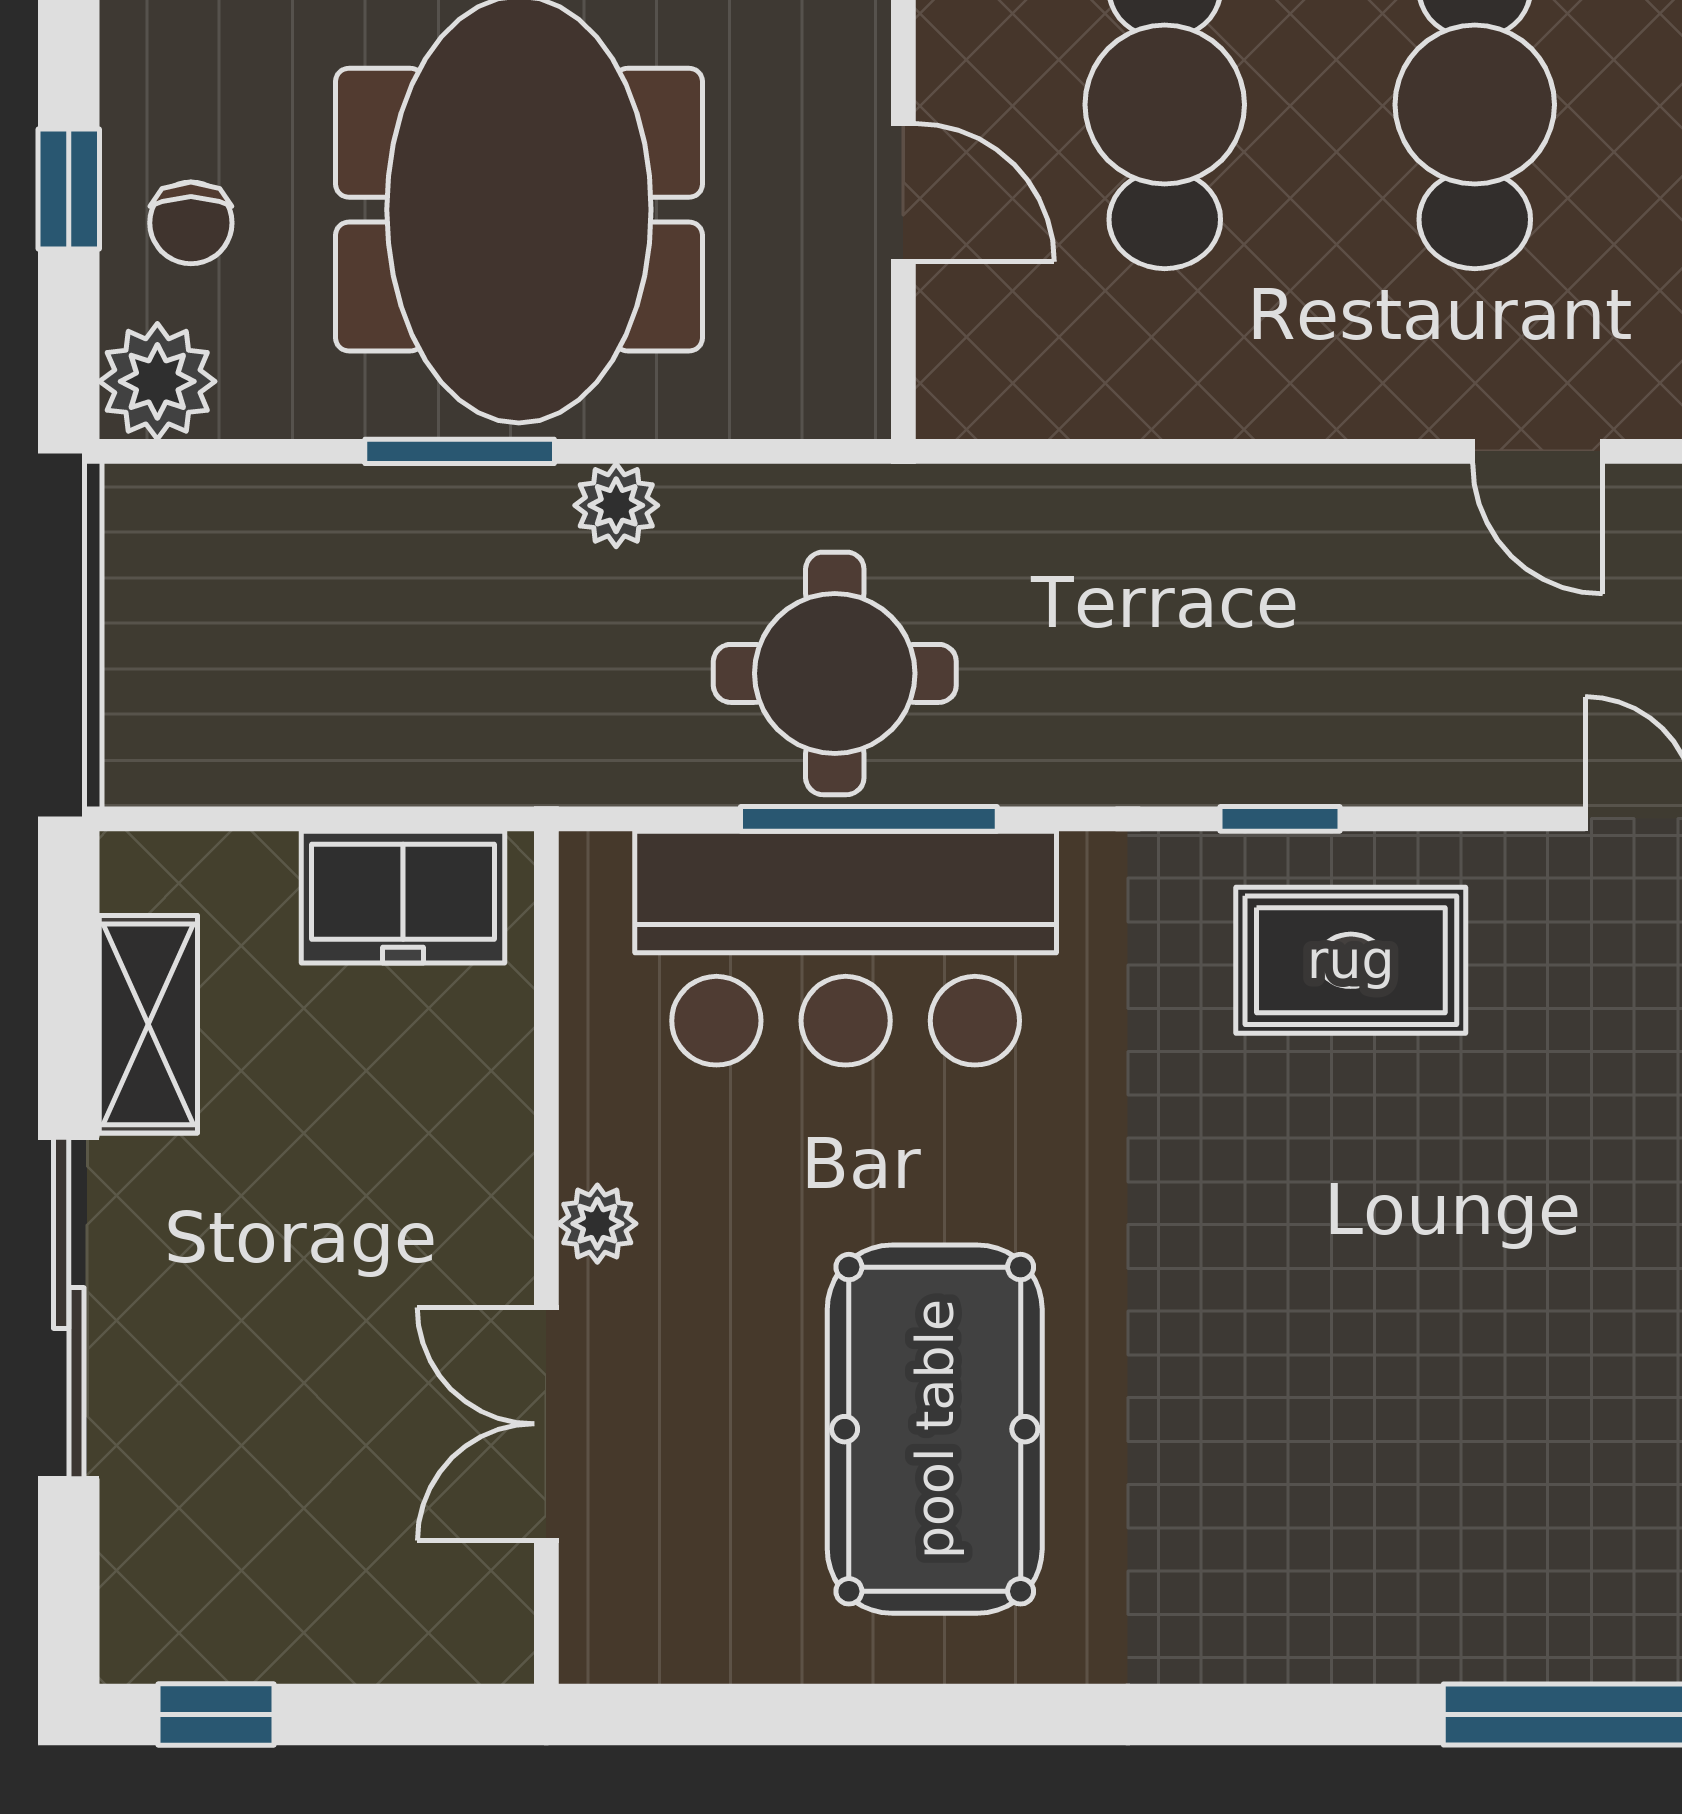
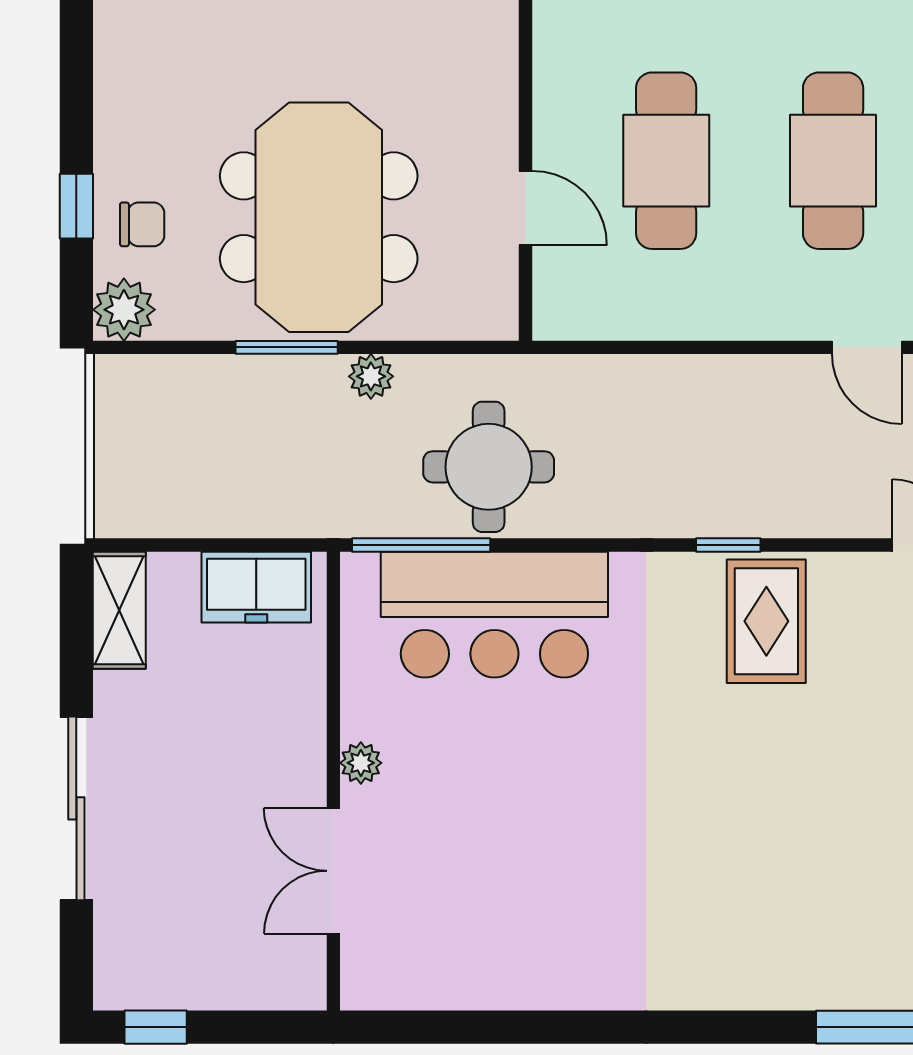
chair: (191, 223) -> (142, 224), turned -90
window: (869, 819) -> (421, 545), moved
rug: (1351, 960) -> (766, 621), turned 90
shelving: (148, 1024) -> (119, 610), moved
pool table: (935, 1429) -> (542, 874), removed

